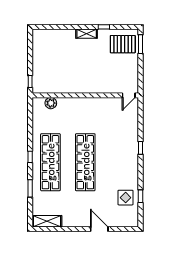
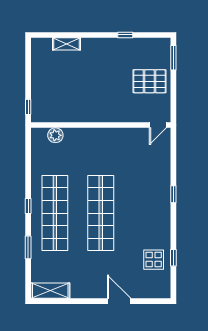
shelving: (87, 34) -> (66, 44), moved
pallet: (123, 44) -> (150, 81), moved

